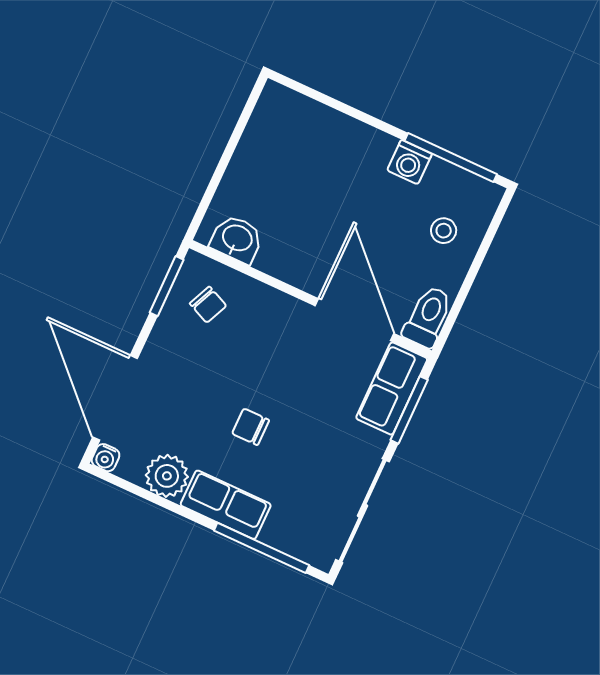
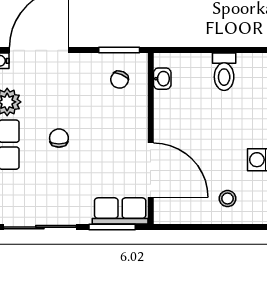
washbasin: (237, 239) -> (162, 79), width x0.72, depth x0.69
toilet: (428, 317) -> (224, 72), moved, turned 90
door: (355, 320) -> (151, 170), hinge flipped

